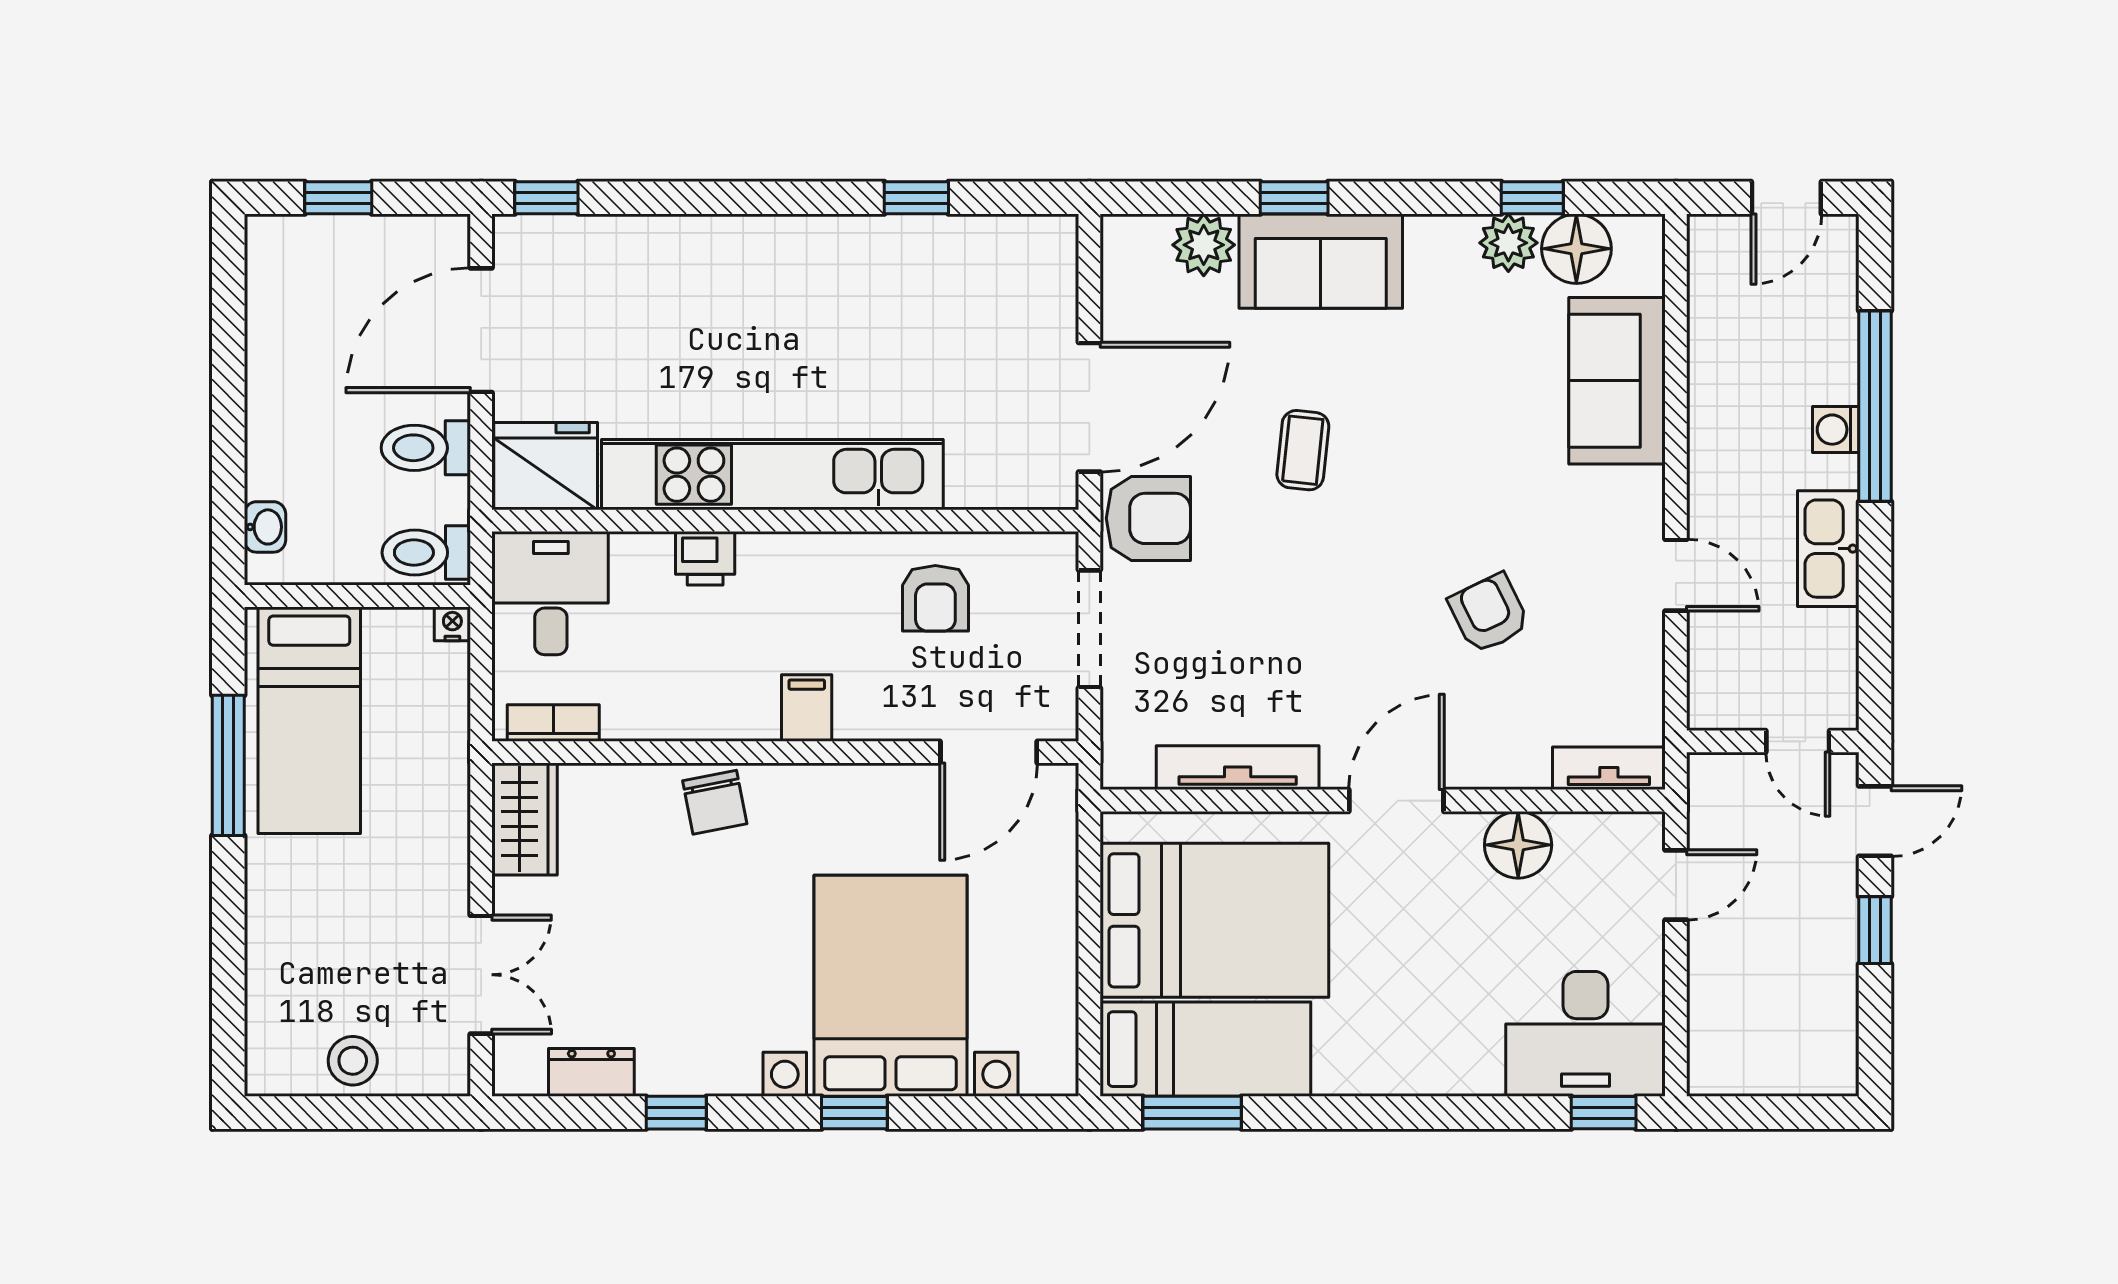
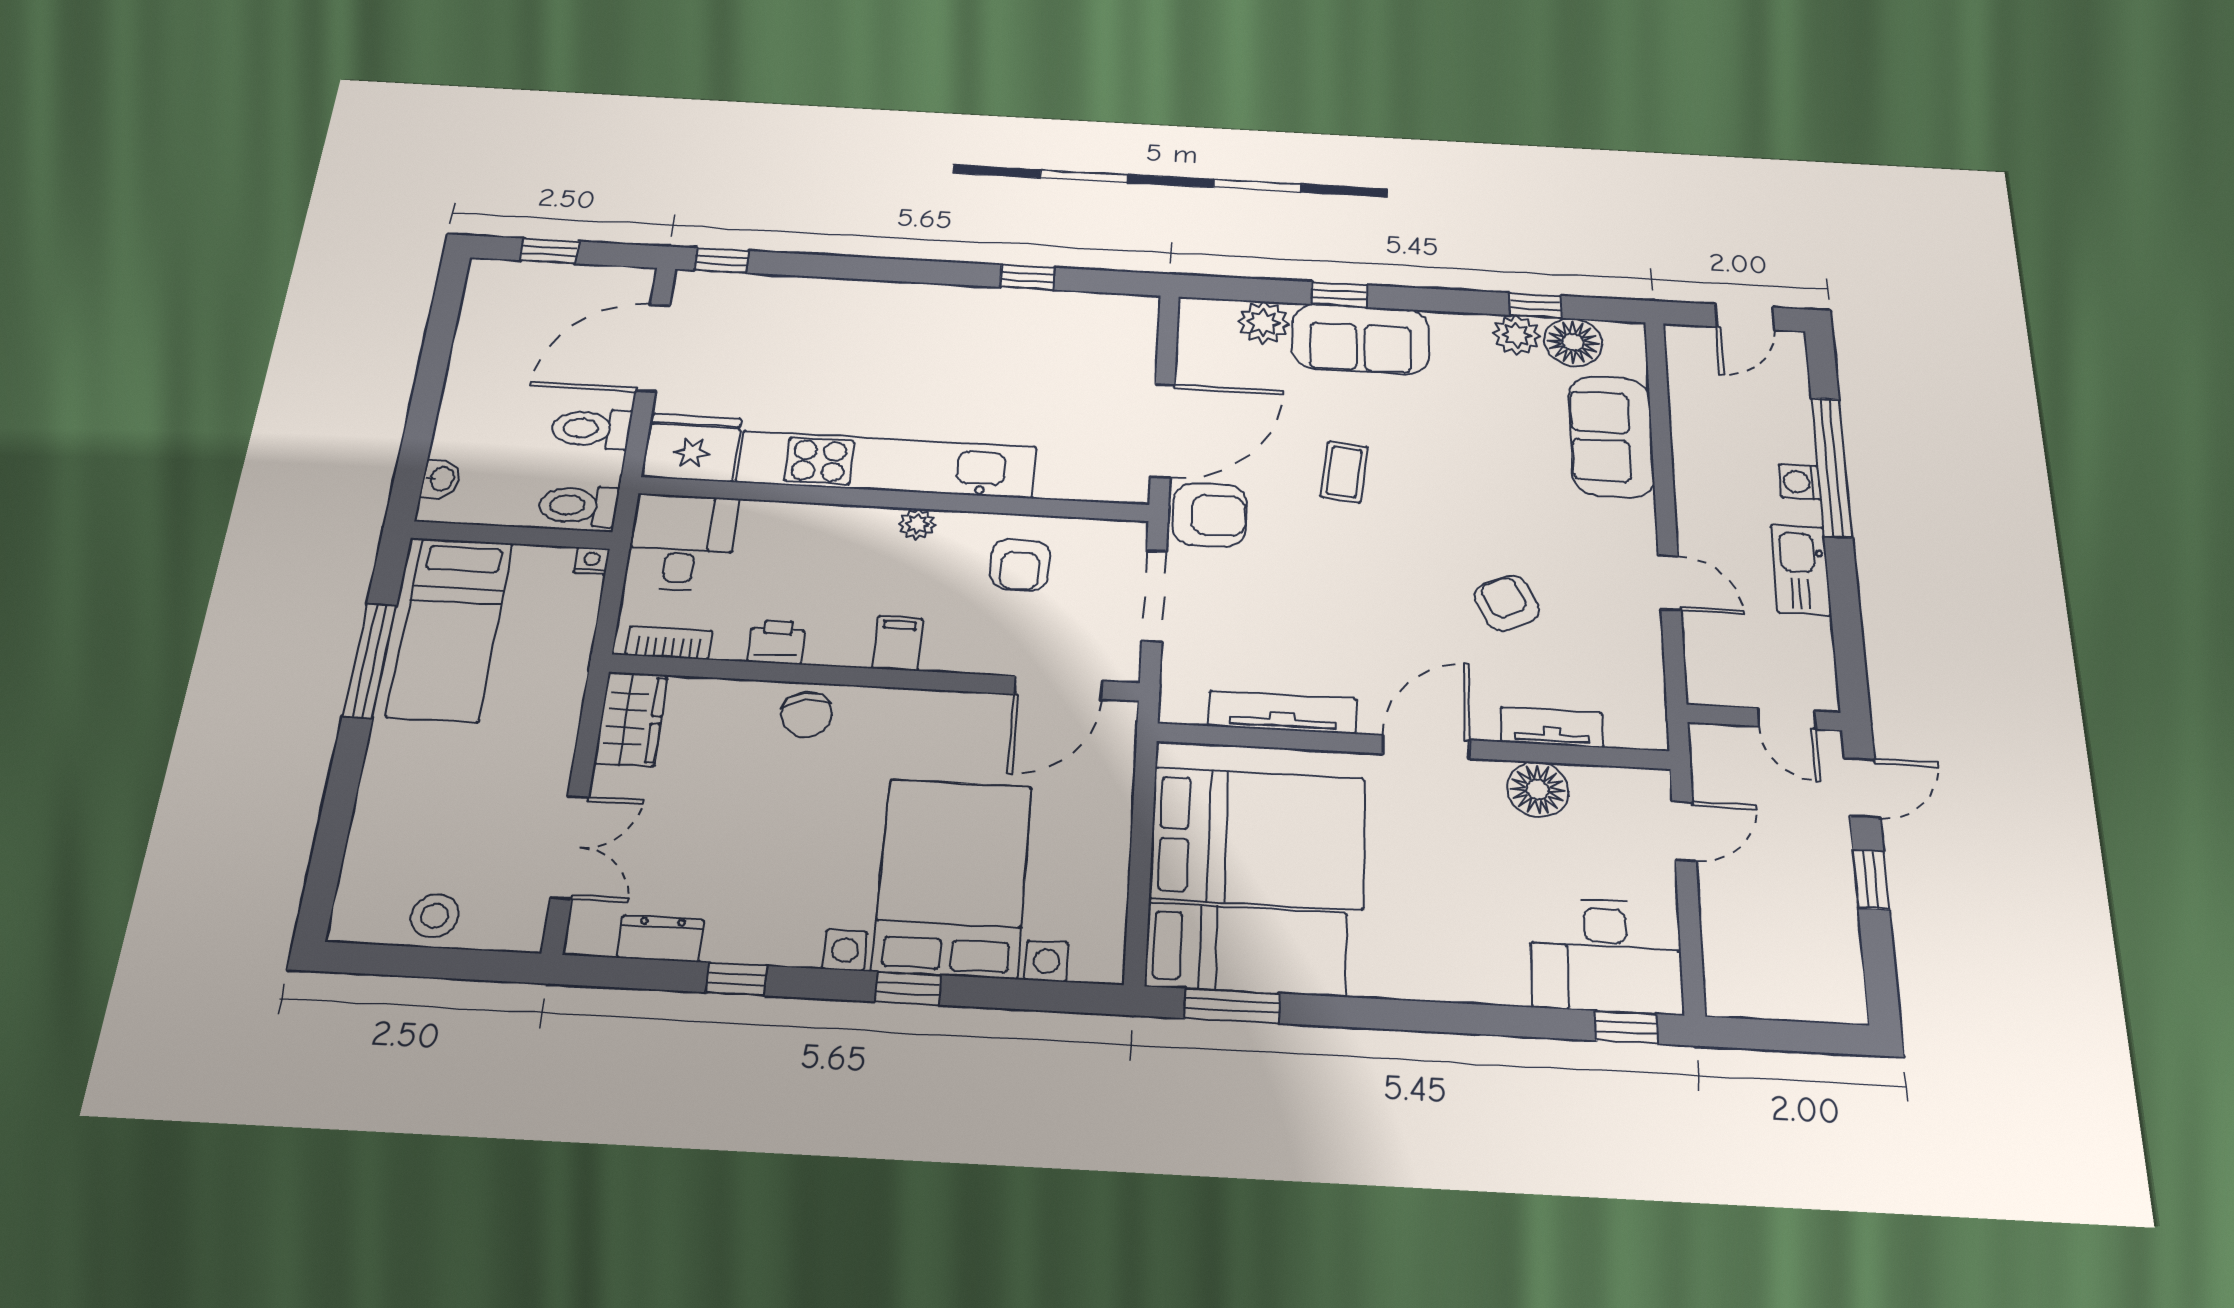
plant: (814, 552) -> (917, 524), added
printer: (705, 558) -> (777, 642), moved, turned 180
tv unit: (1609, 768) -> (1552, 728), moved

